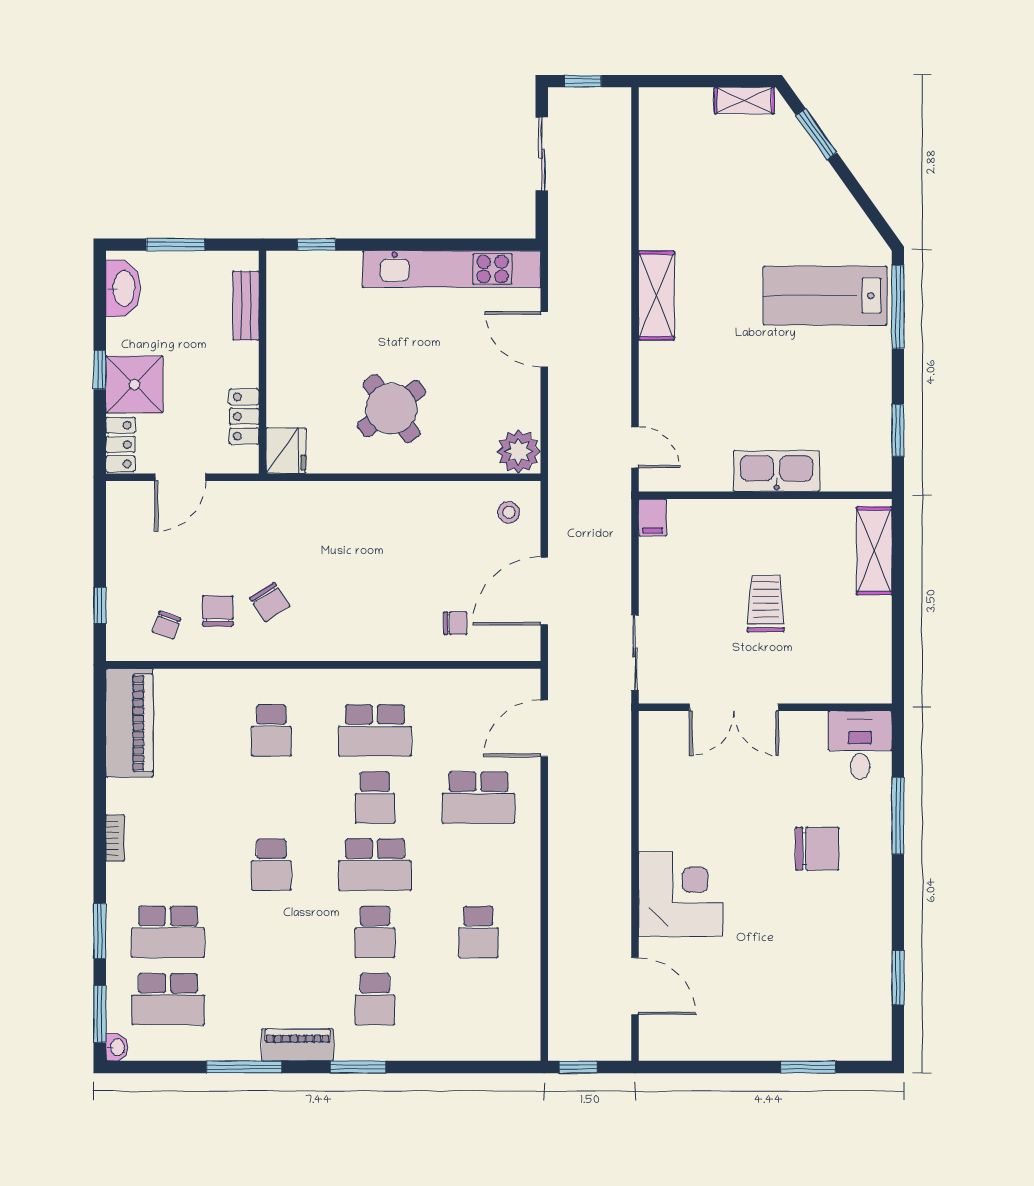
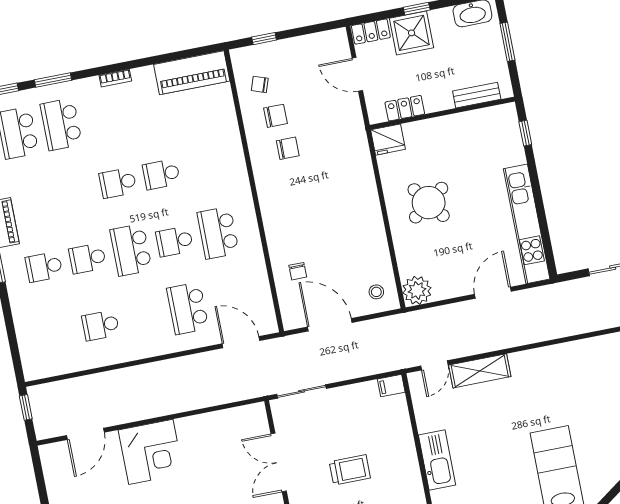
shelving: (656, 295) -> (480, 371), moved
chair: (270, 602) -> (288, 148), turned -147
school desk: (271, 730) -> (161, 174), moved

